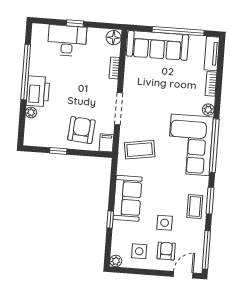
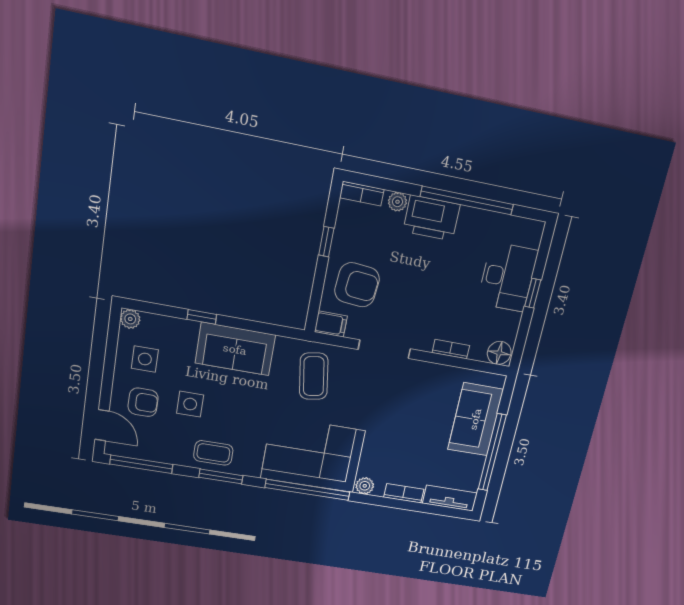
sofa: (157, 45) -> (475, 419), width x0.73
bookcase: (29, 134) -> (362, 194), added

